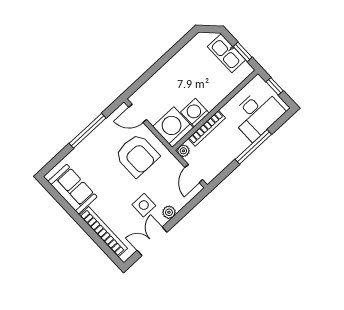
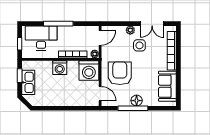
washing machine: (195, 113) -> (60, 68), moved
floor lamp: (92, 143) -> (137, 101), added

